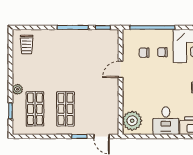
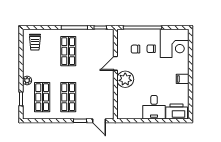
shop shelf: (65, 55) -> (68, 51), added
plant: (132, 121) -> (125, 79), moved

